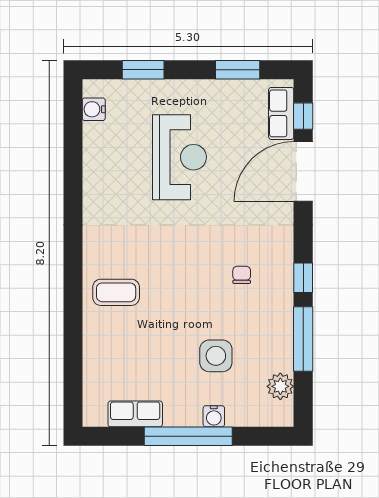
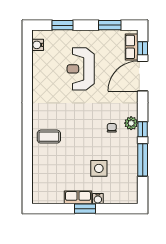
reception desk: (180, 157) -> (81, 69), turned 180
plant: (280, 386) -> (131, 123), moved
row of seats: (135, 414) -> (78, 197), moved
window: (188, 436) -> (85, 209), width x0.47

